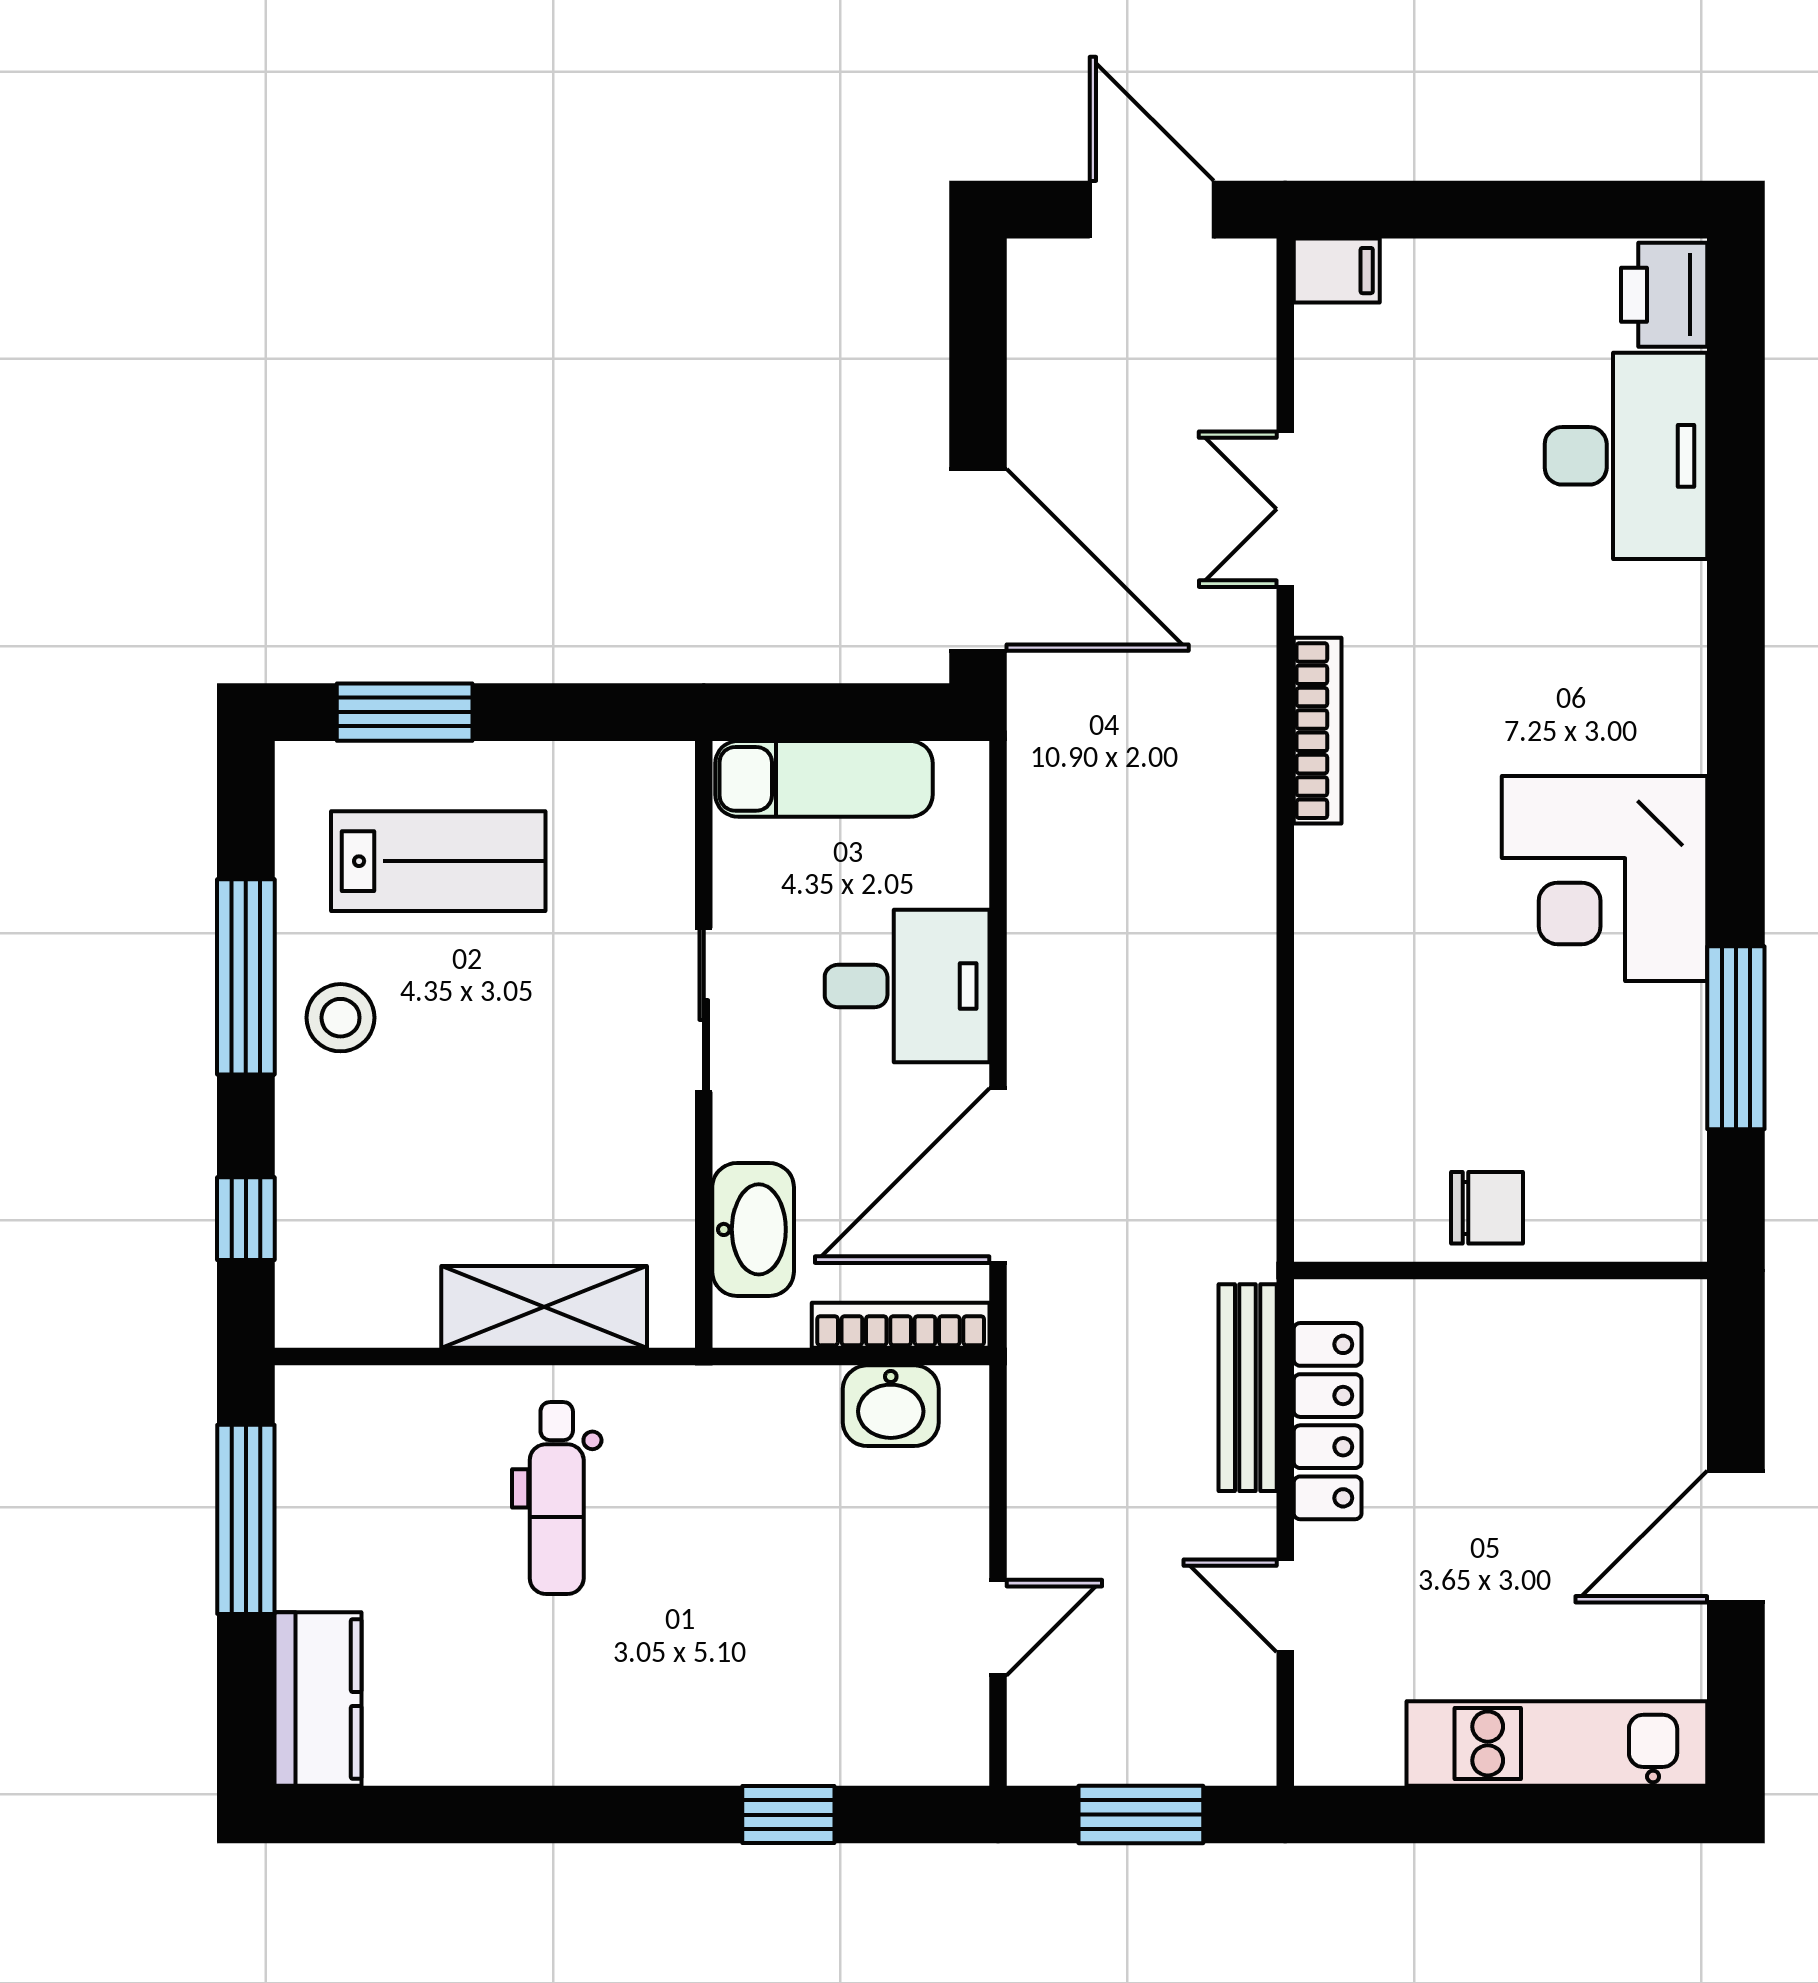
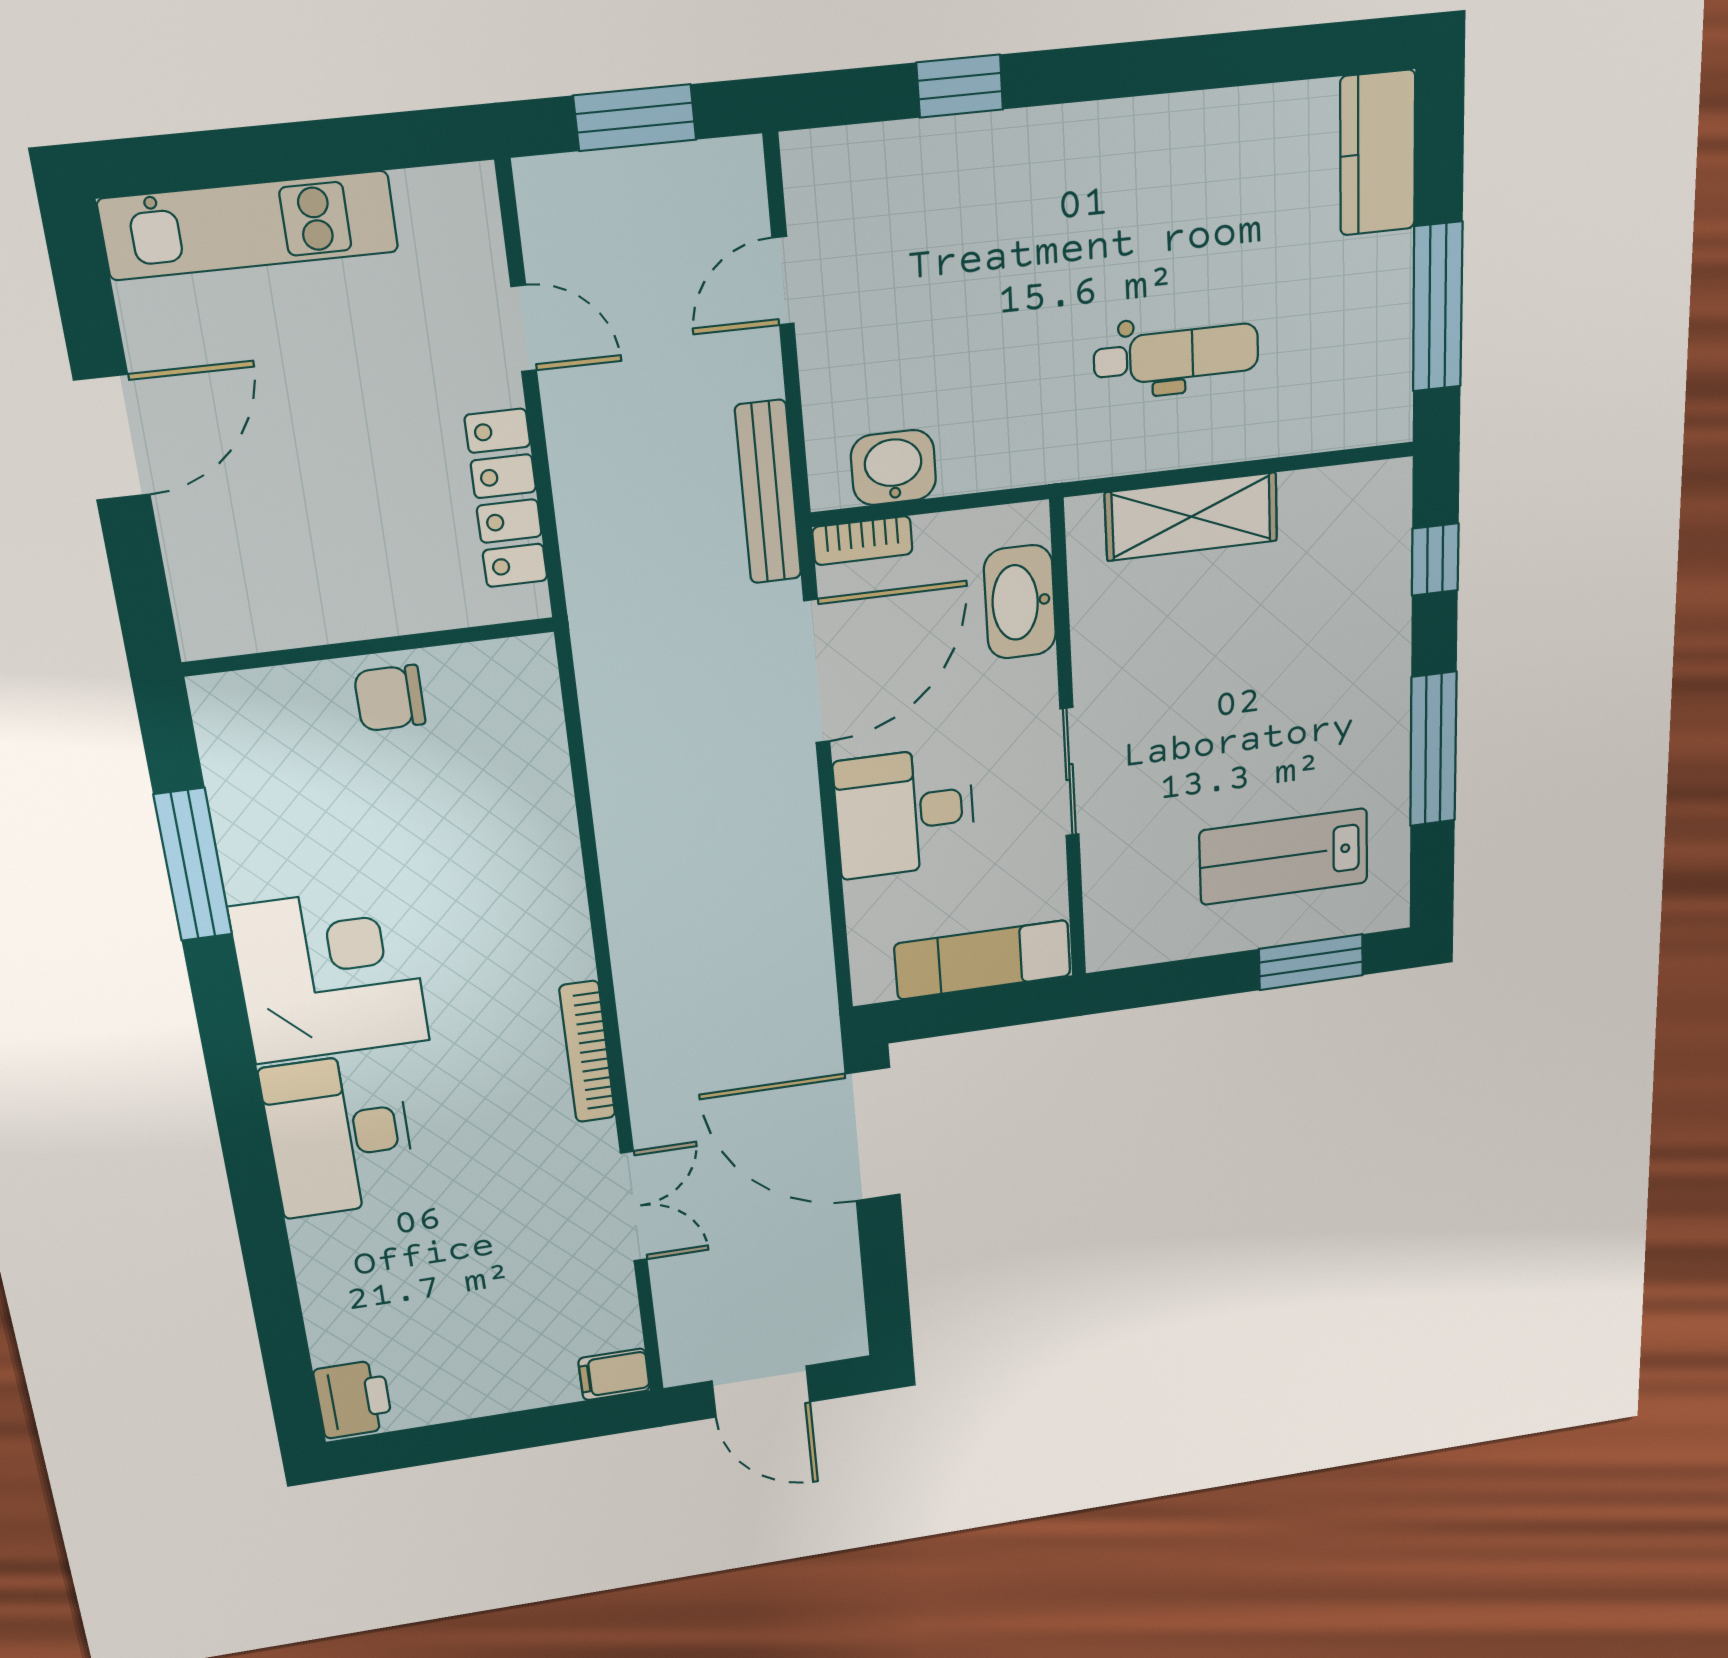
desk: (1626, 456) -> (339, 1135), moved
stool: (341, 1018) -> (1359, 728), removed
bookcase: (901, 1325) -> (862, 541), width x0.64
bench: (1248, 1388) -> (768, 492), moved
dental chair: (557, 1498) -> (1176, 355), turned 90

